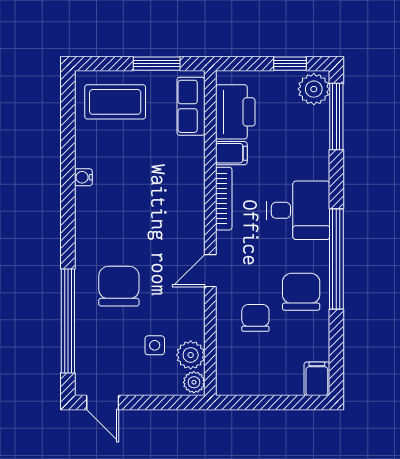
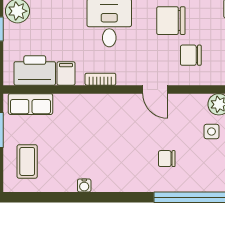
coffee table: (115, 102) -> (27, 161), width x0.73, depth x0.77
bookcase: (224, 199) -> (100, 79), width x0.64
chair: (119, 286) -> (167, 159), width x0.54, depth x0.54

